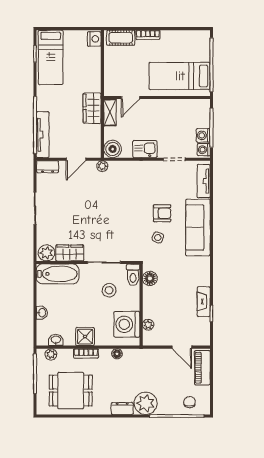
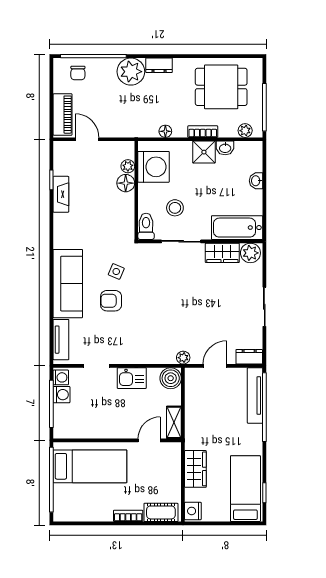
wardrobe: (92, 108) -> (195, 469), moved
floor lamp: (150, 278) -> (126, 183), moved
washbasin: (56, 340) -> (225, 148), moved

